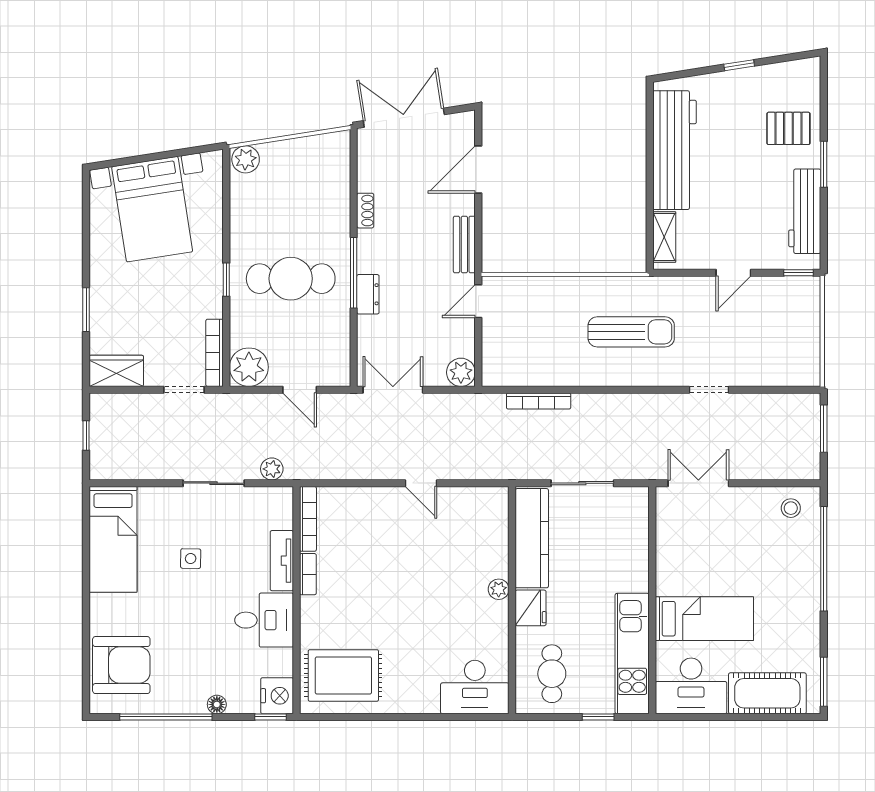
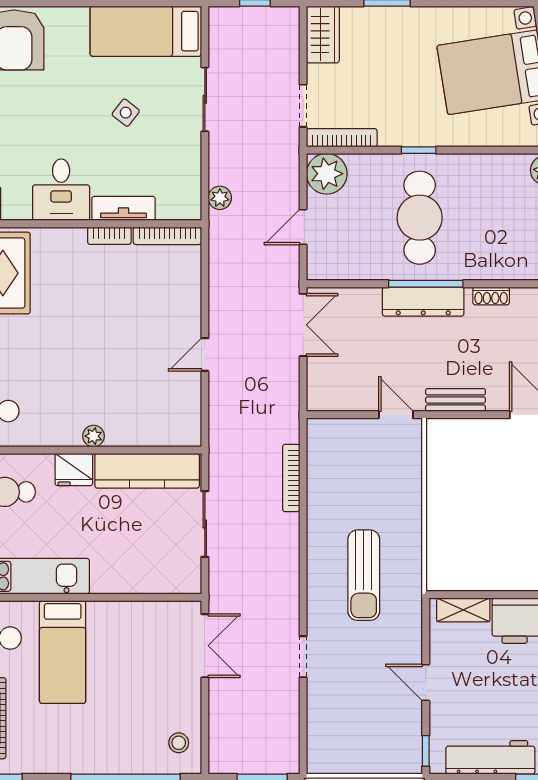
dresser: (368, 294) -> (423, 302), width x1.96, depth x1.24
plant: (461, 372) -> (321, 396), removed
sliding door: (214, 483) -> (205, 99), moved
side table: (191, 559) -> (126, 113), turned 37

